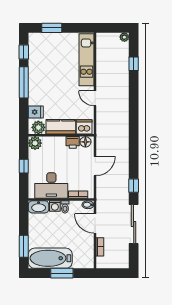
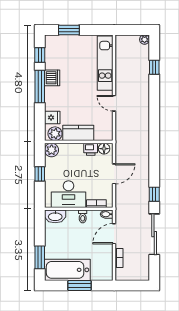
dishwasher: (84, 127) -> (52, 78), moved, turned 90
washing machine: (55, 206) -> (72, 216), removed
door: (95, 224) -> (114, 234), hinge flipped

